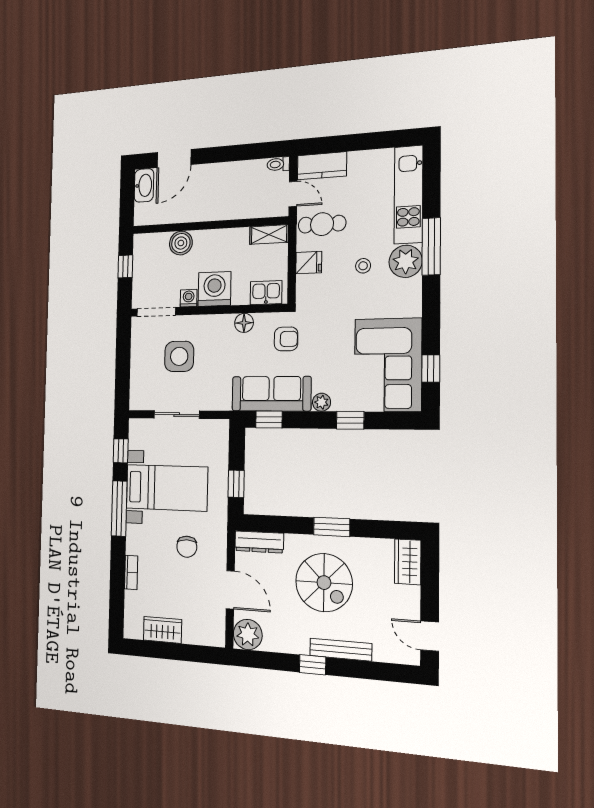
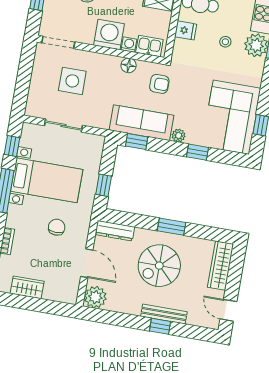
washing machine: (189, 298) -> (129, 45), moved
chair: (187, 547) -> (57, 227), turned 180
wardrobe: (408, 562) -> (221, 266), width x1.50
spiral stairs: (324, 583) -> (159, 266), turned 90
window: (313, 665) -> (160, 326), moved

